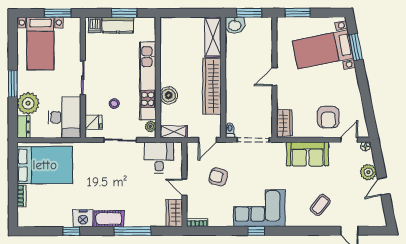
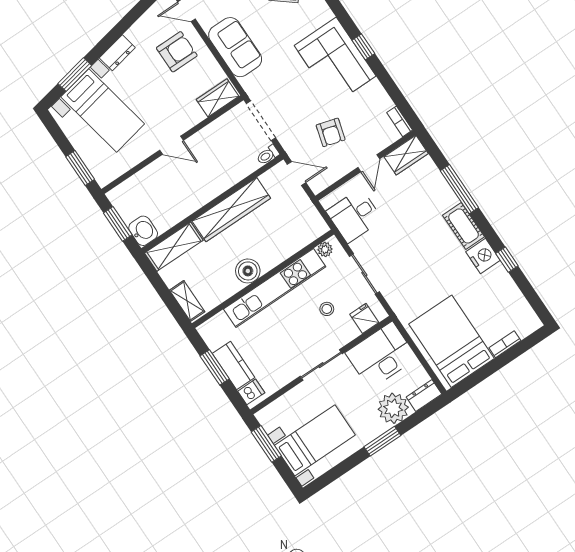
dresser: (352, 81) -> (117, 53), added
boiler: (169, 95) -> (248, 271), moved
shelving: (174, 132) -> (187, 301), moved

